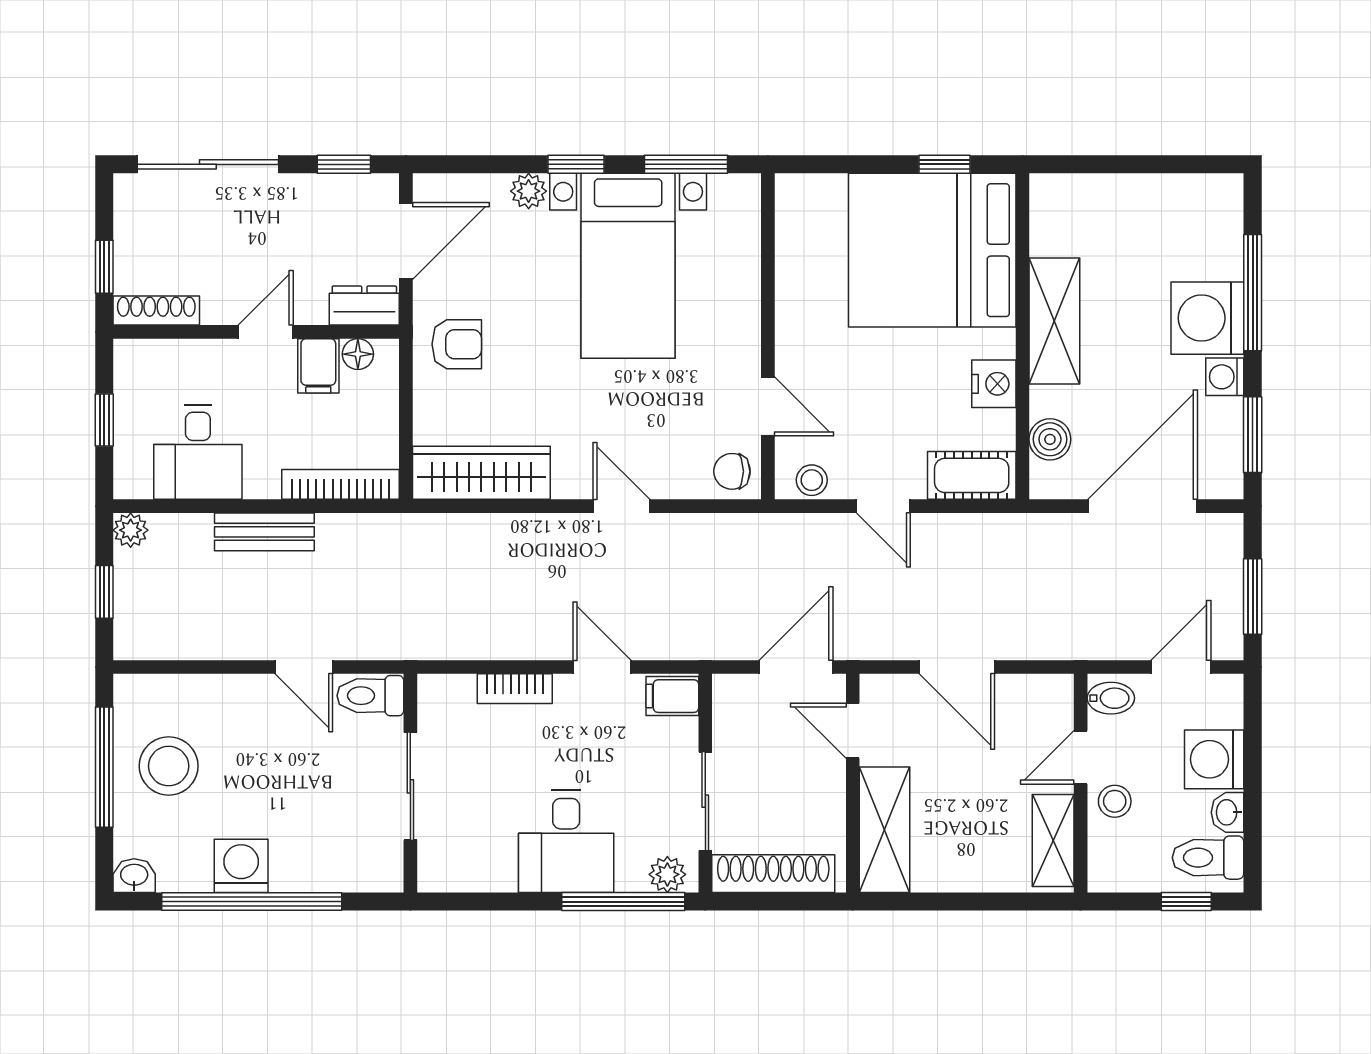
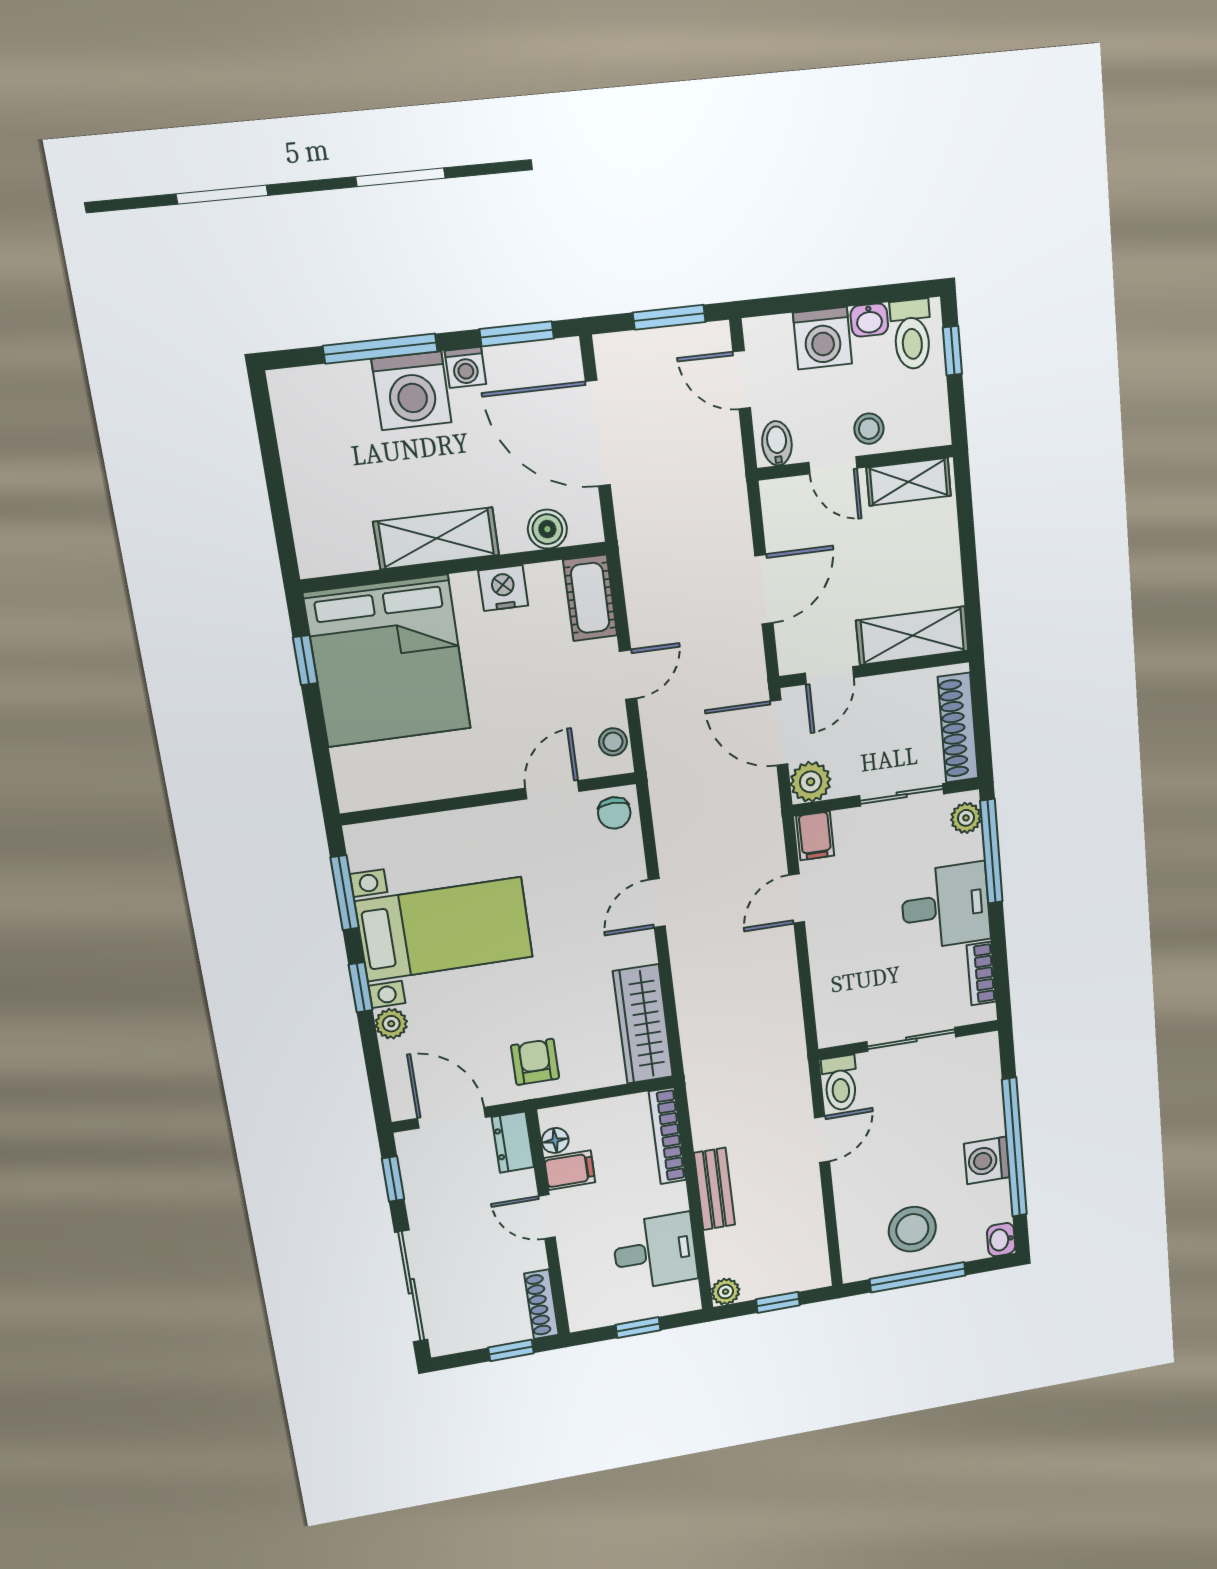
bookcase: (515, 689) -> (981, 974), moved, turned 180
plant: (735, 697) -> (811, 782), added

